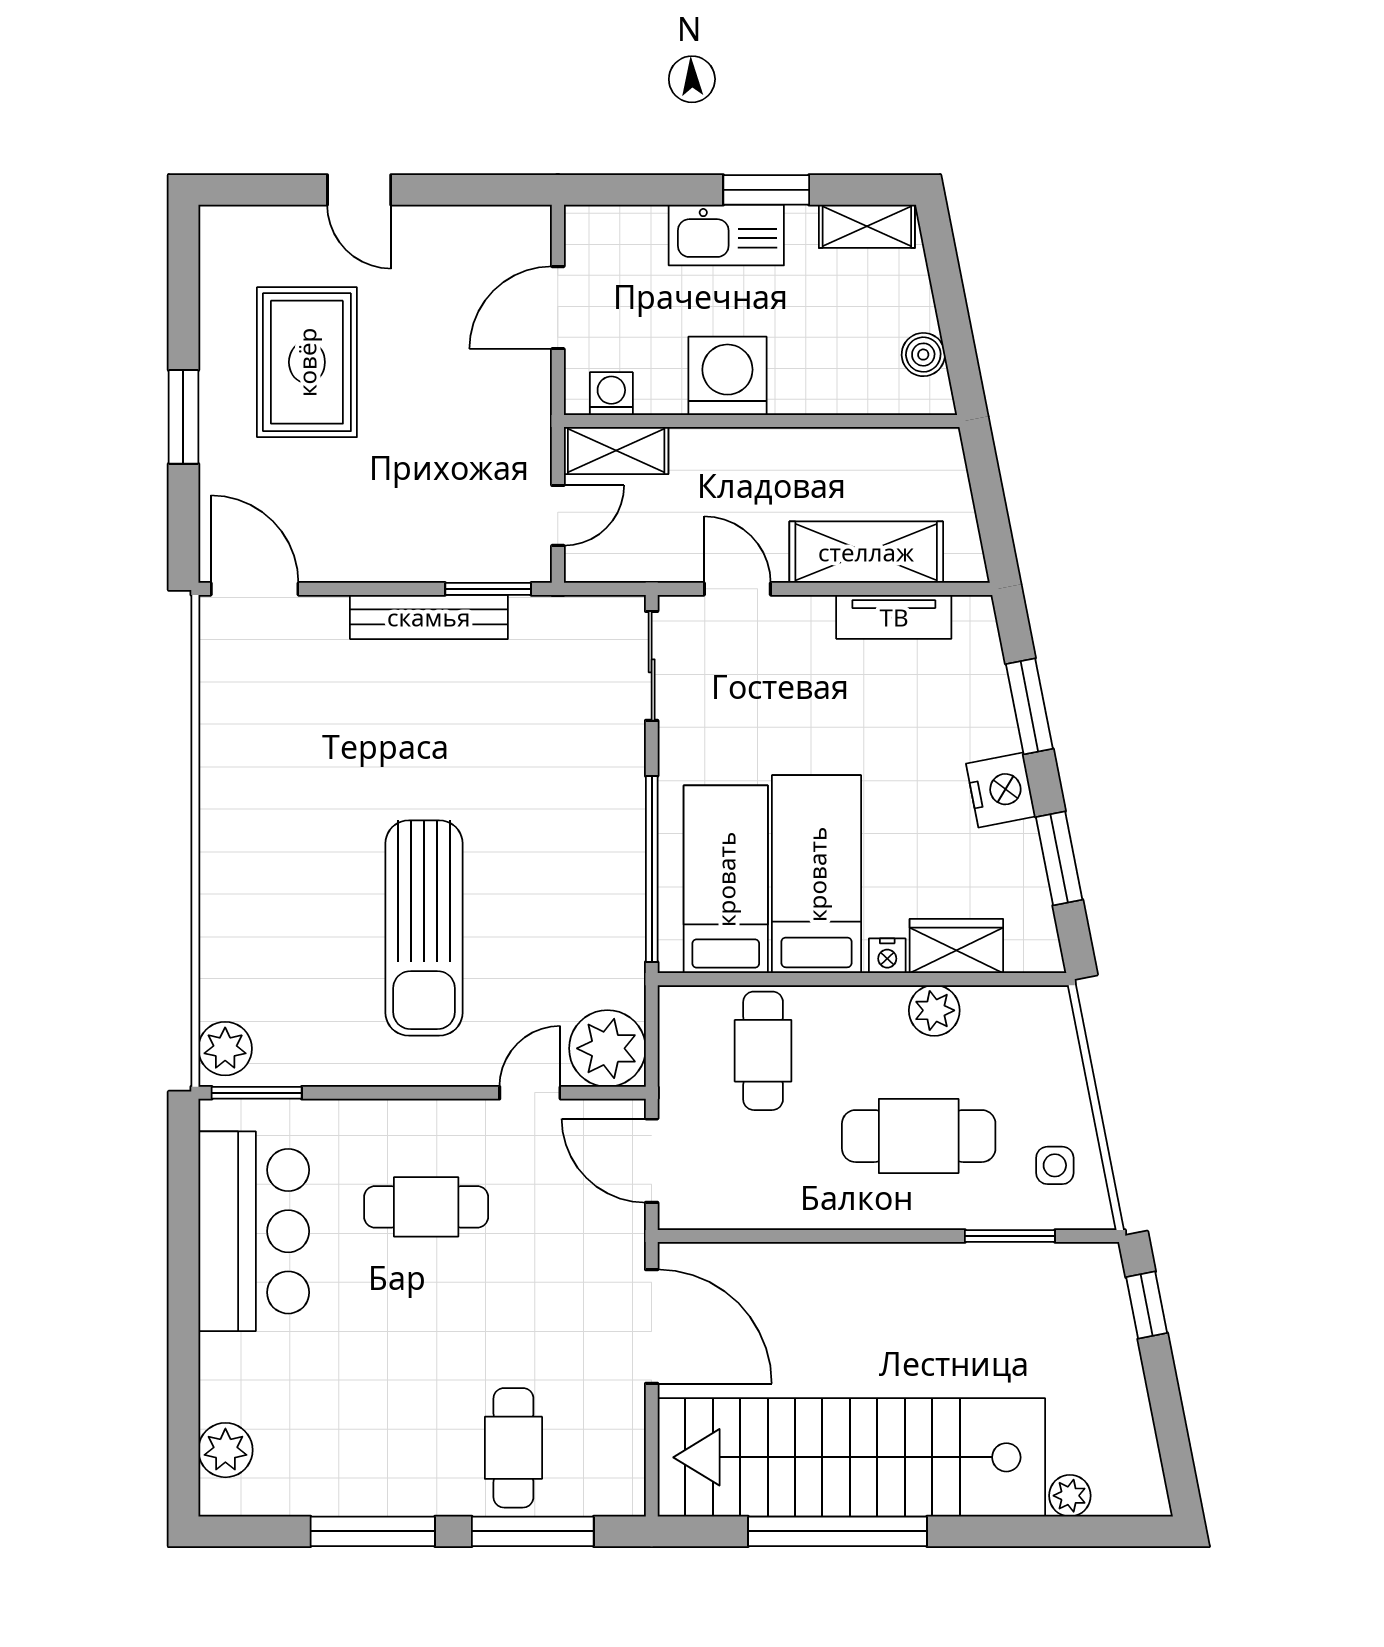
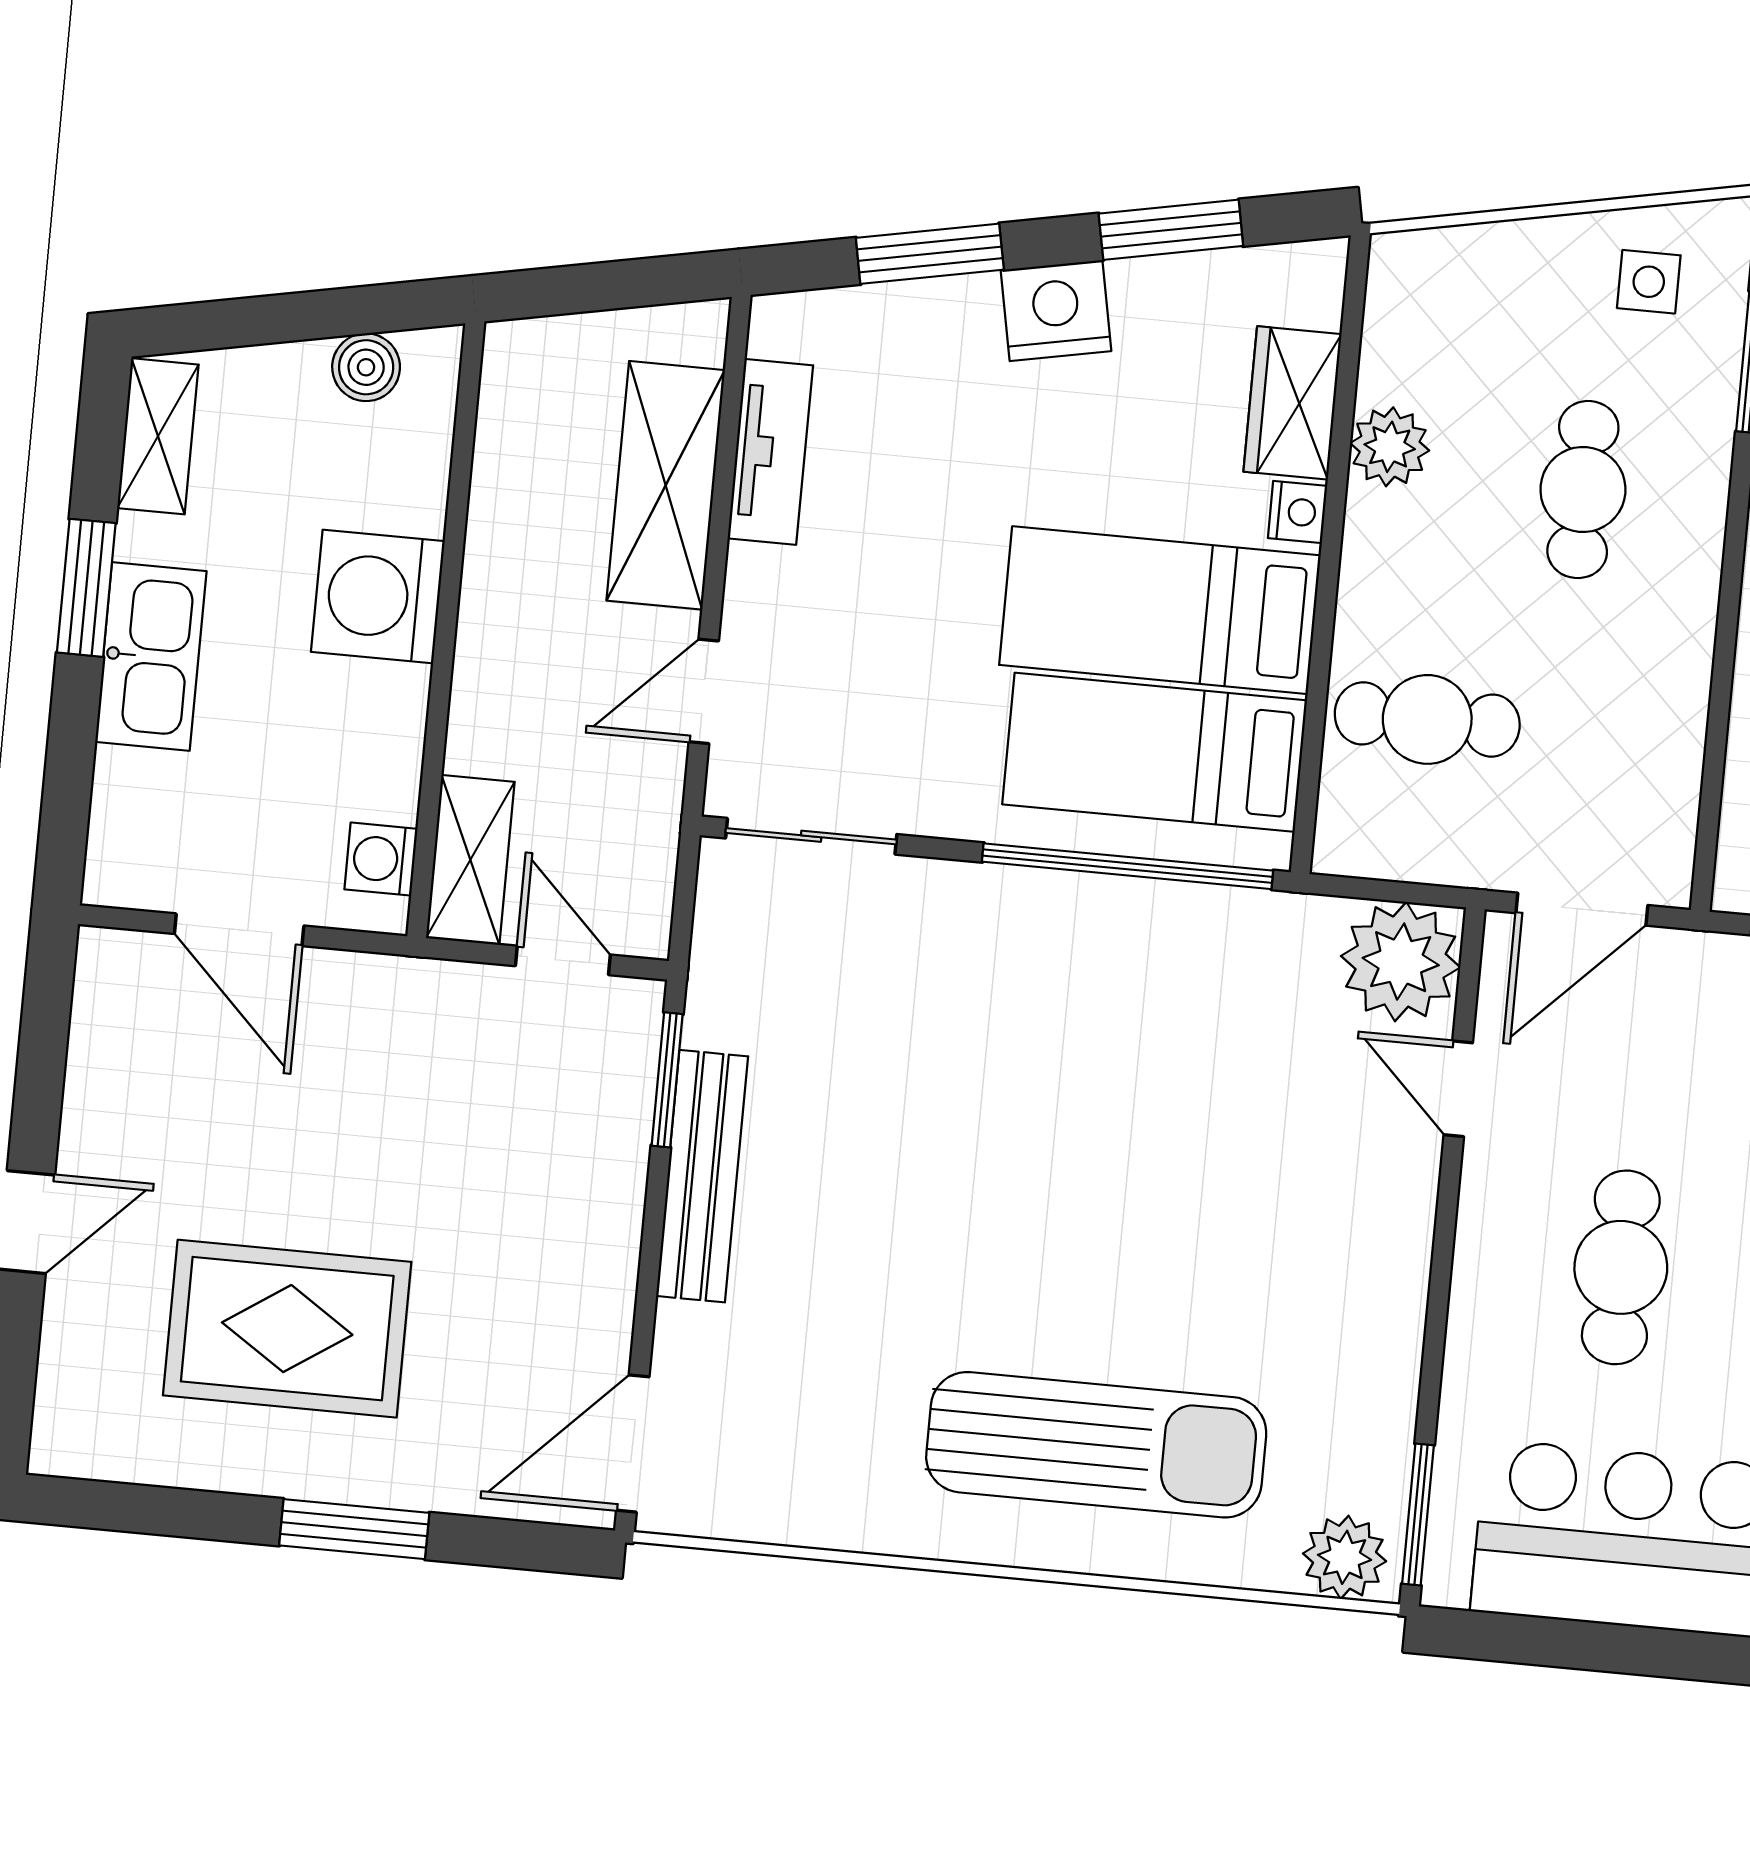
washing machine: (727, 376) -> (378, 597), moved
sun lounger: (424, 928) -> (1096, 1445), moved
cafe table: (919, 1136) -> (1583, 490), width x0.73, depth x0.74

